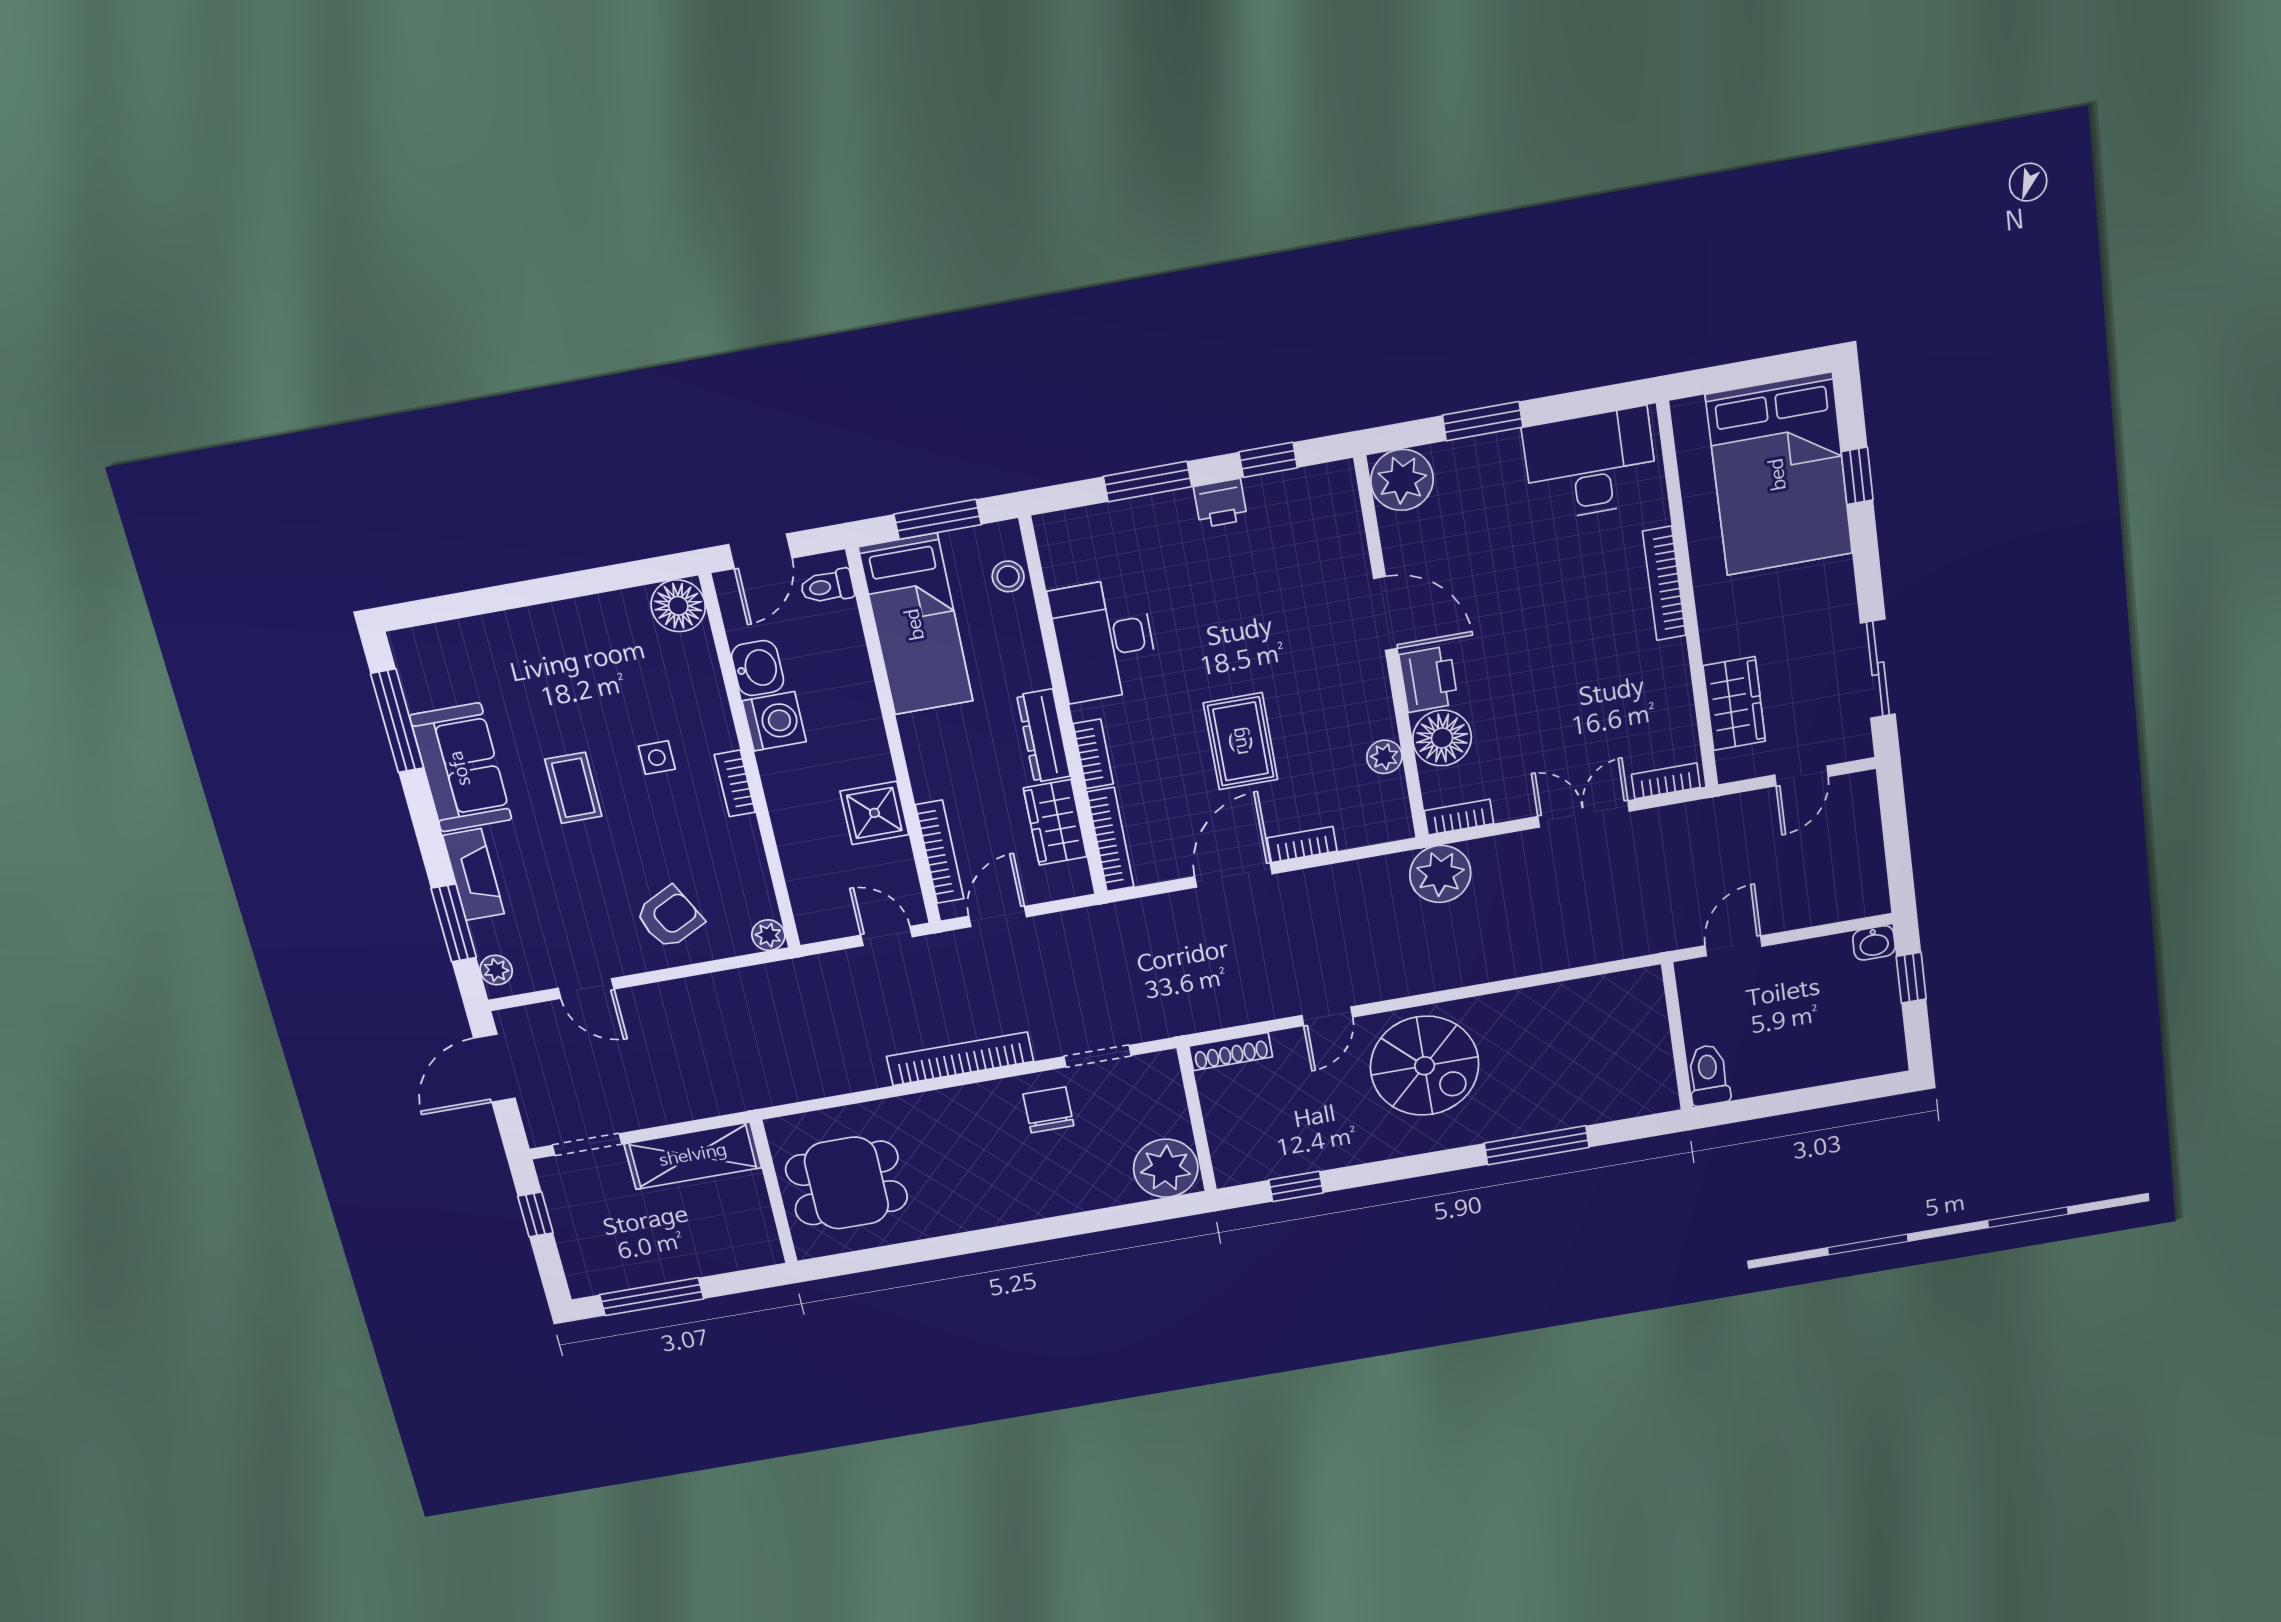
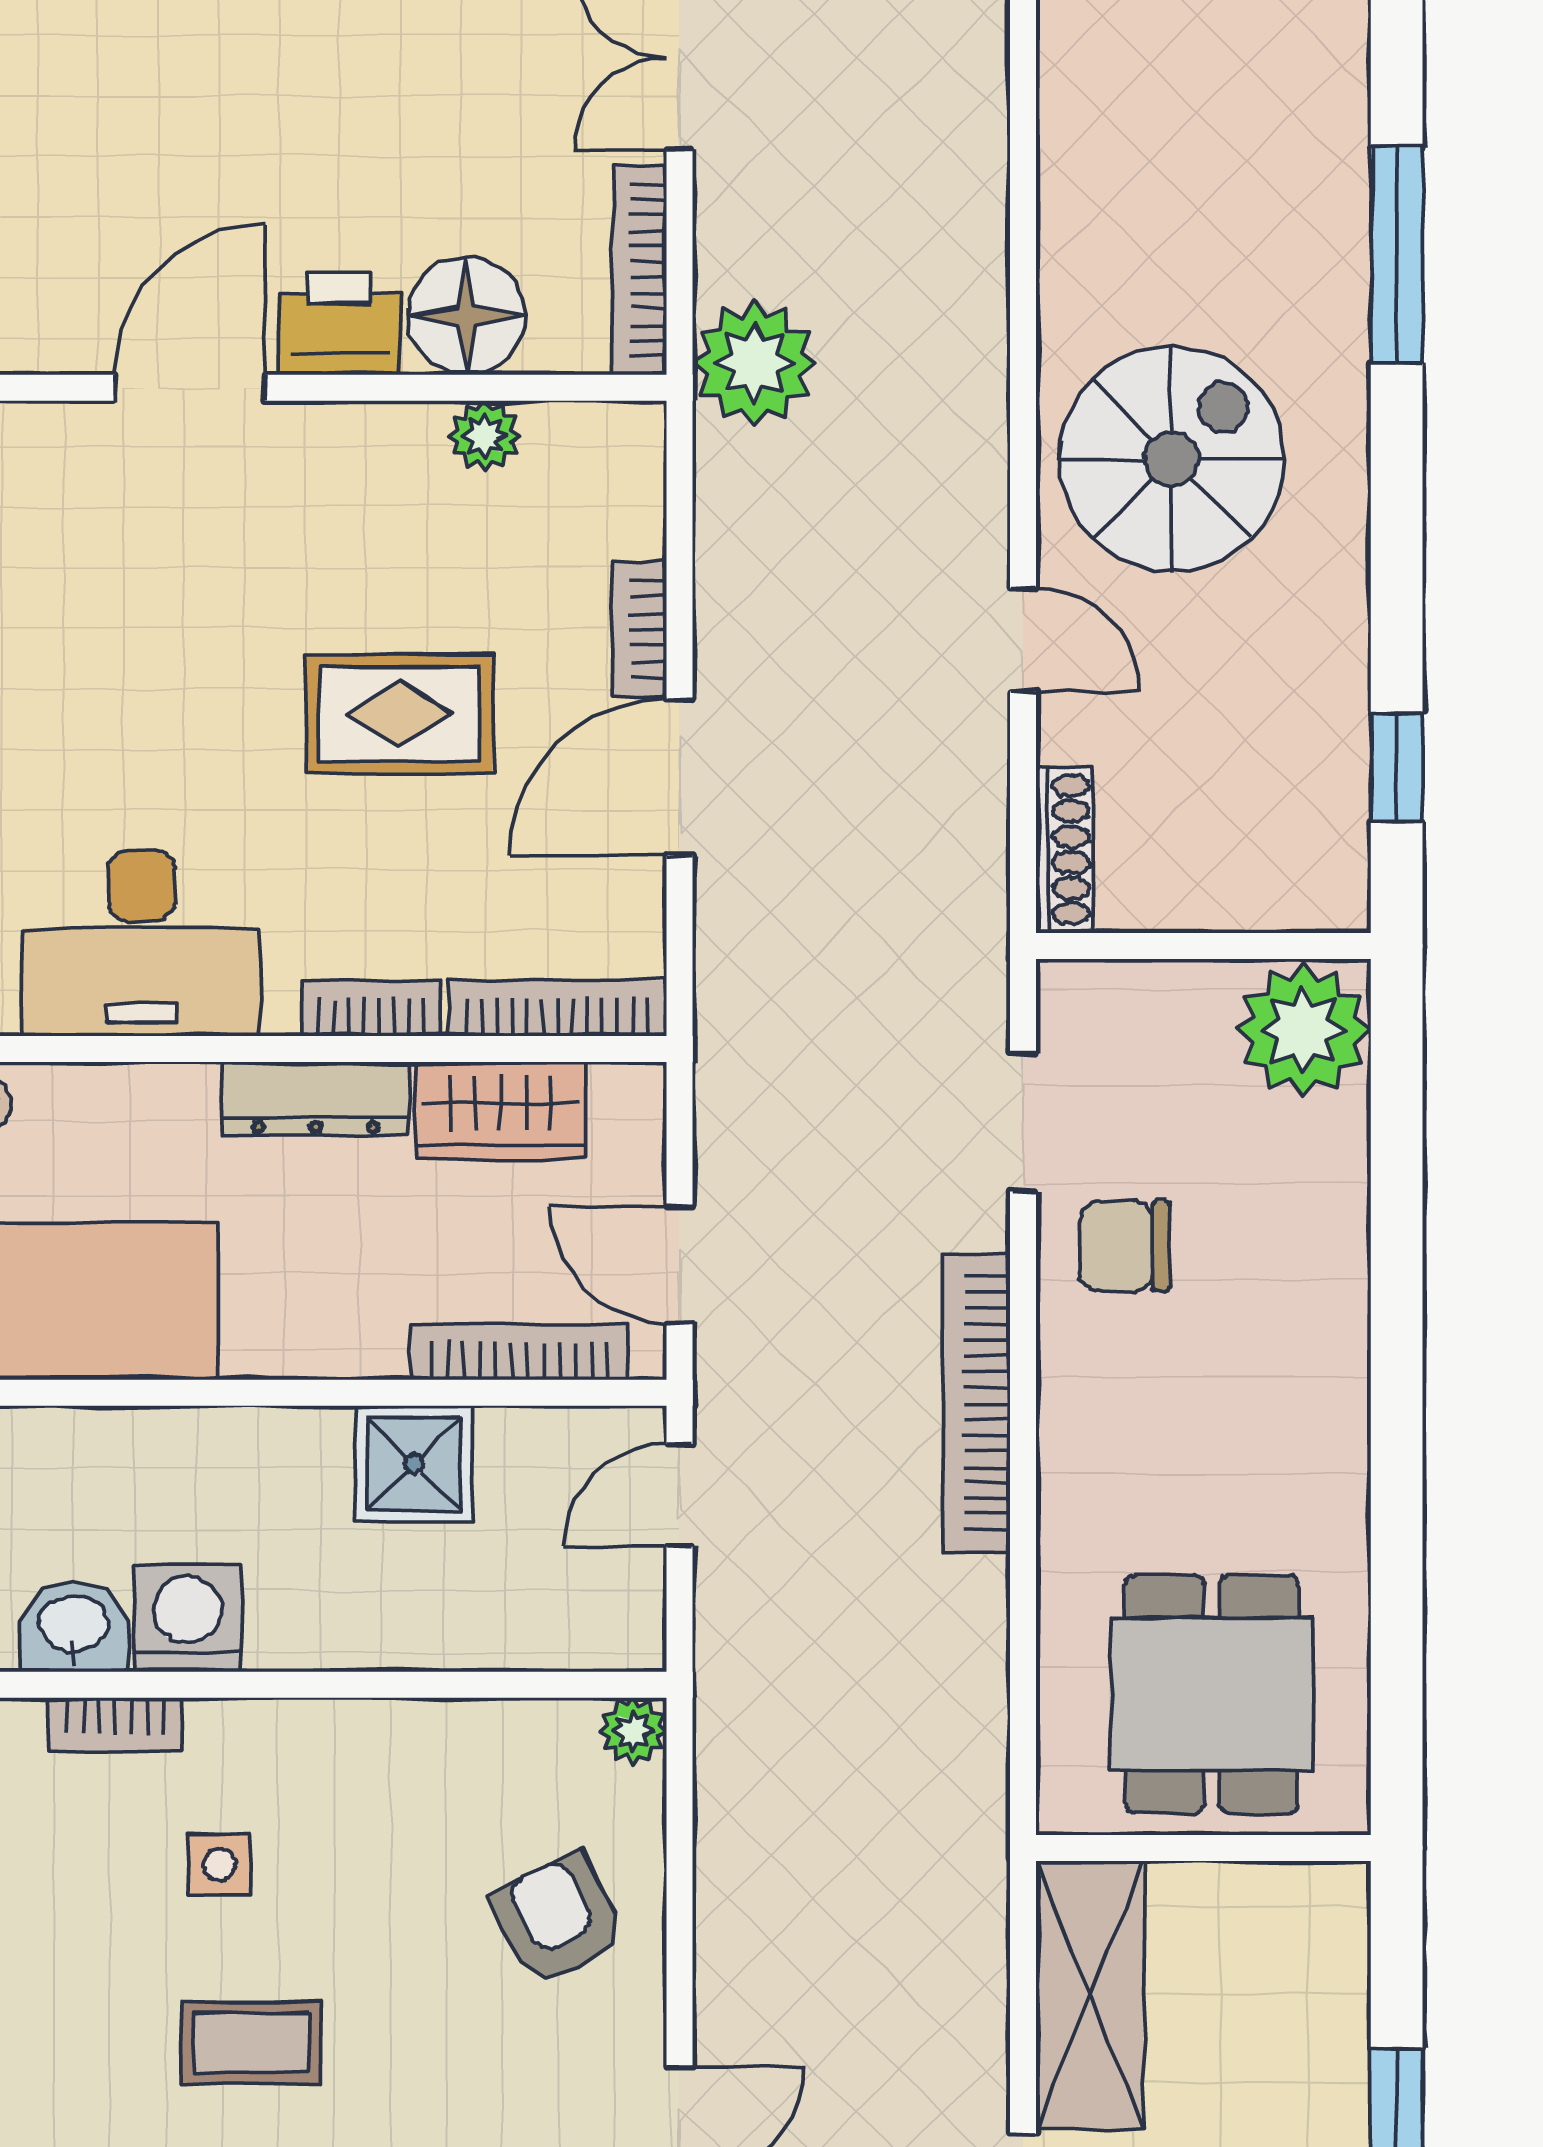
bookcase: (735, 783) -> (115, 1724), moved
bookcase: (1459, 817) -> (640, 270), width x1.56
door: (1233, 875) -> (679, 777), hinge flipped

